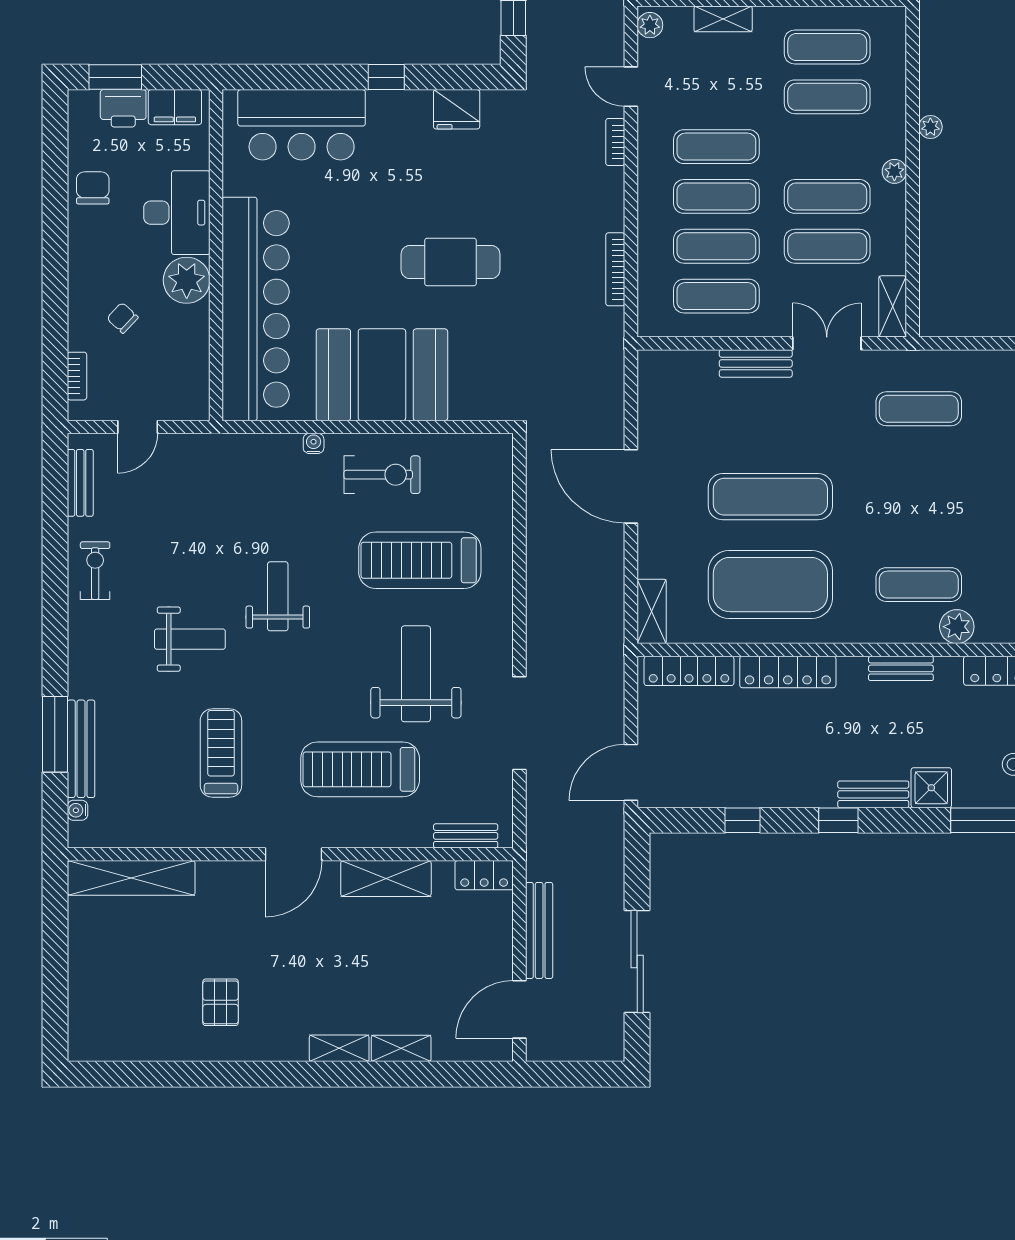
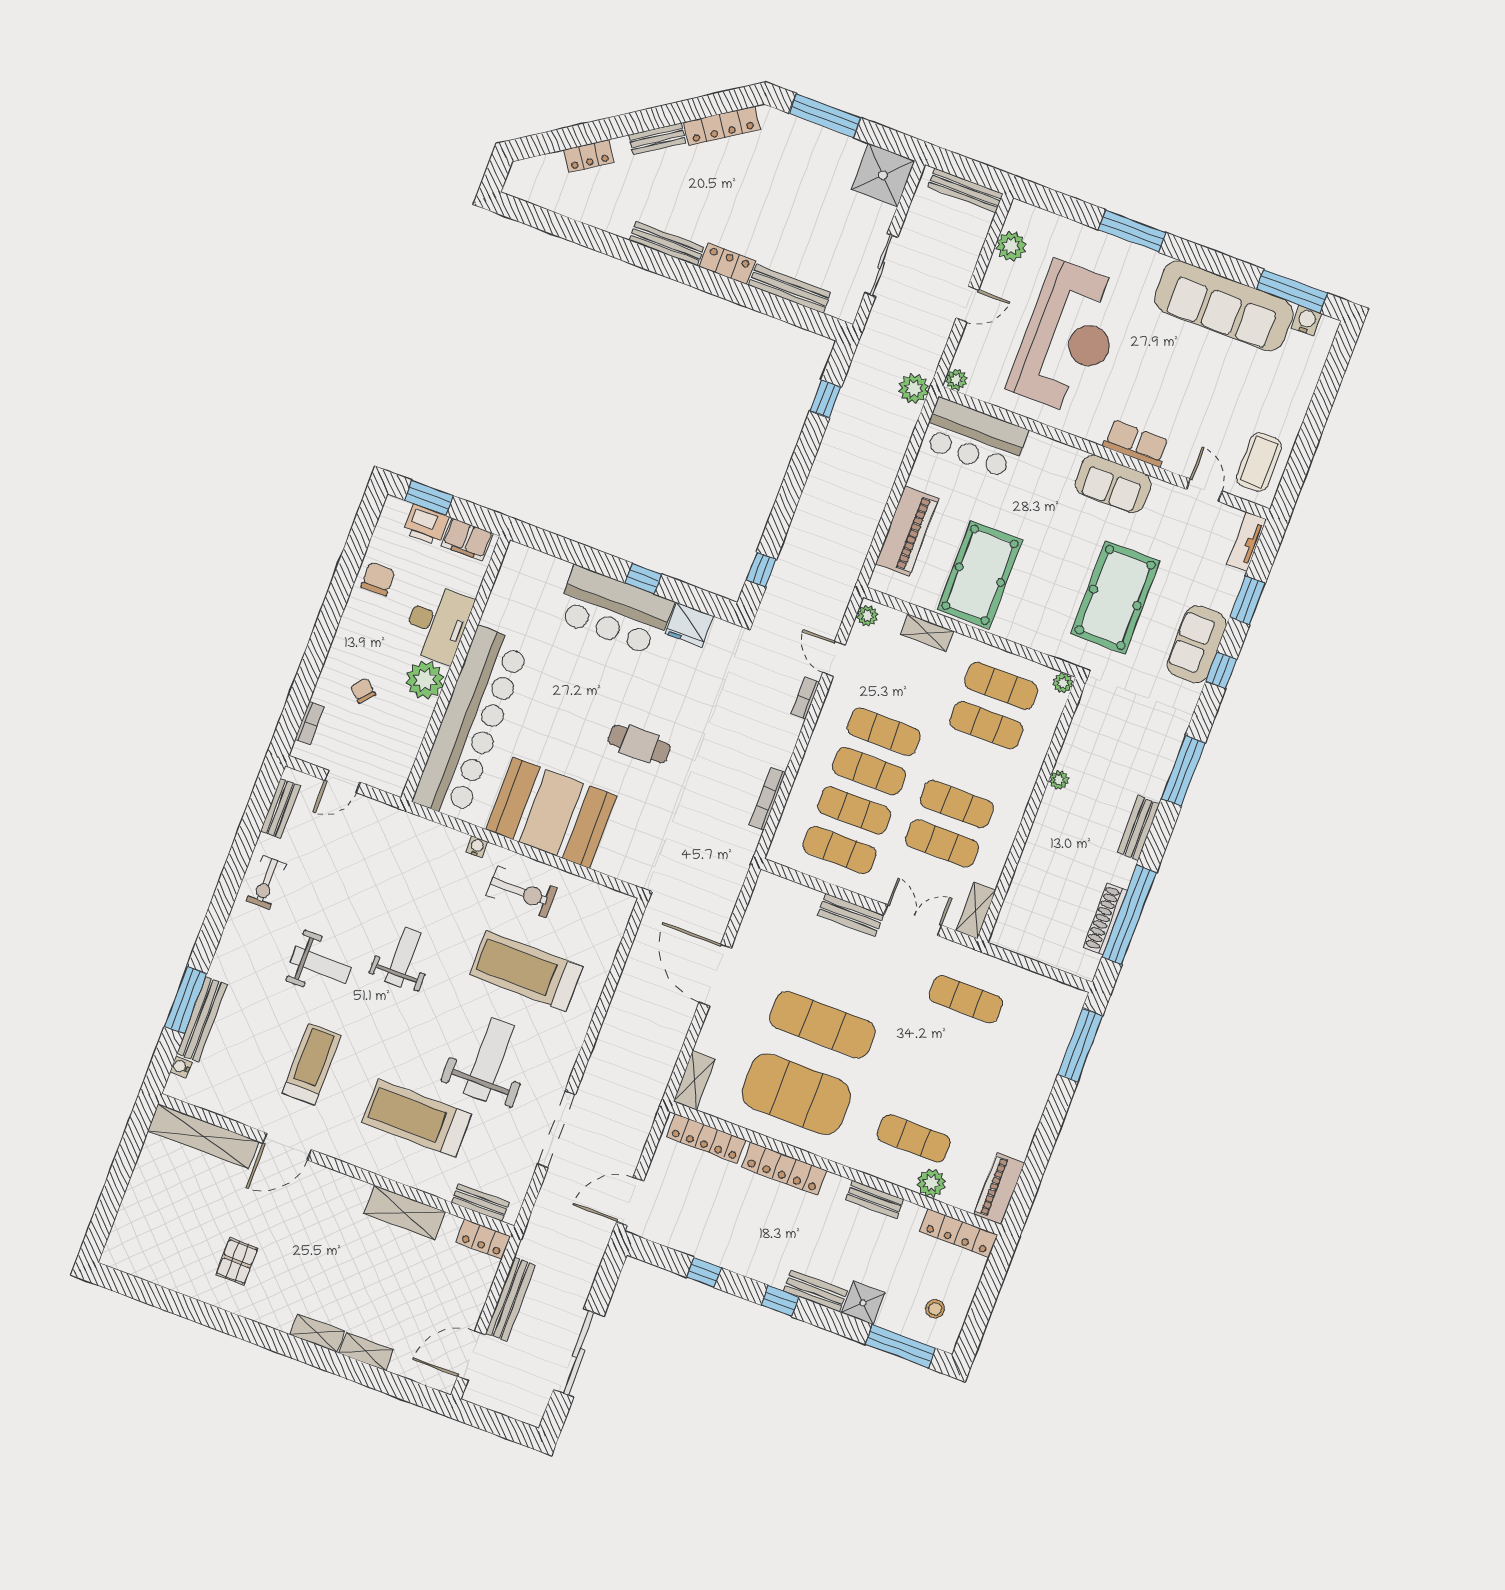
bar counter: (302, 125) -> (614, 611), moved
plant: (894, 171) -> (1063, 683), moved
cafe table: (451, 262) -> (639, 744), width x0.73, depth x0.74
exercise bike: (95, 571) -> (266, 882), turned 180
door: (294, 854) -> (287, 1146), moved

